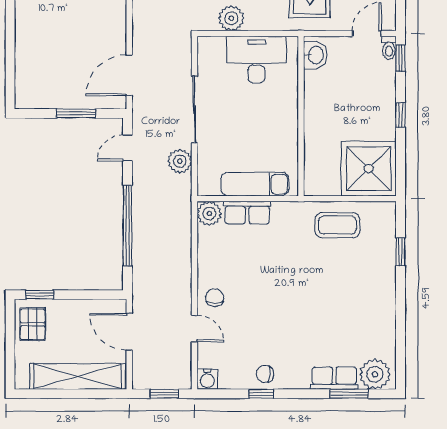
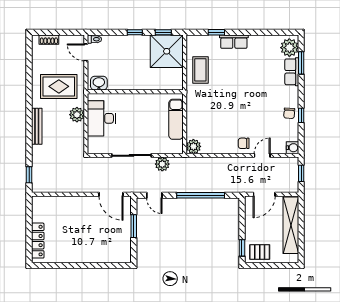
plant: (231, 18) -> (77, 115), moved
window: (400, 58) -> (163, 32), moved
row of seats: (247, 213) -> (234, 42), moved, turned 90

